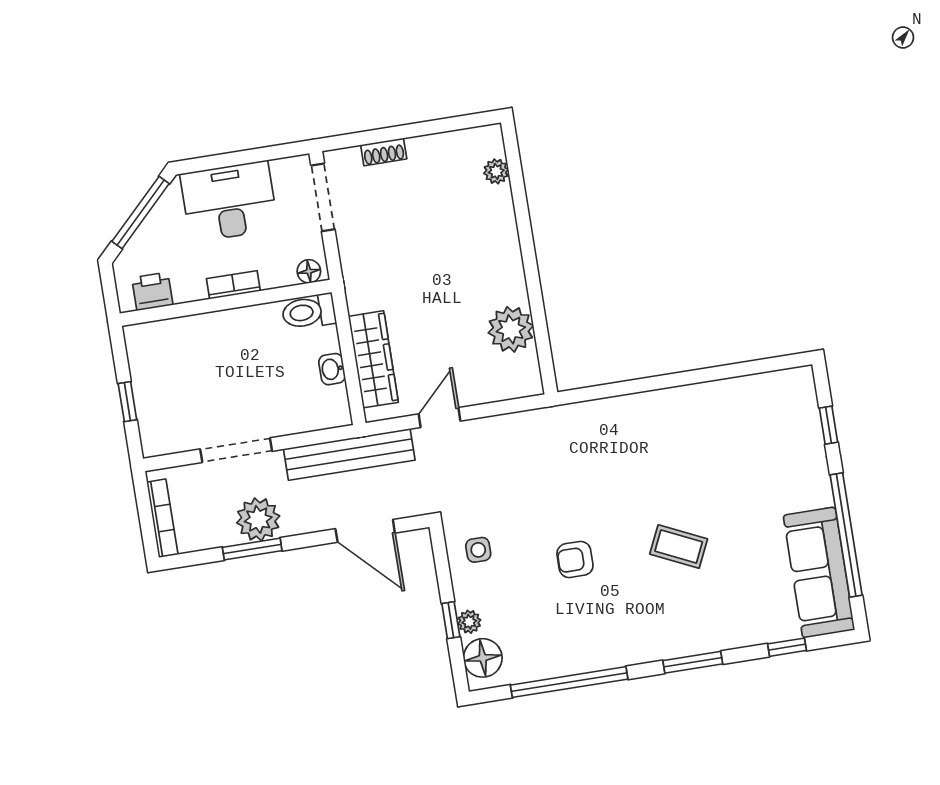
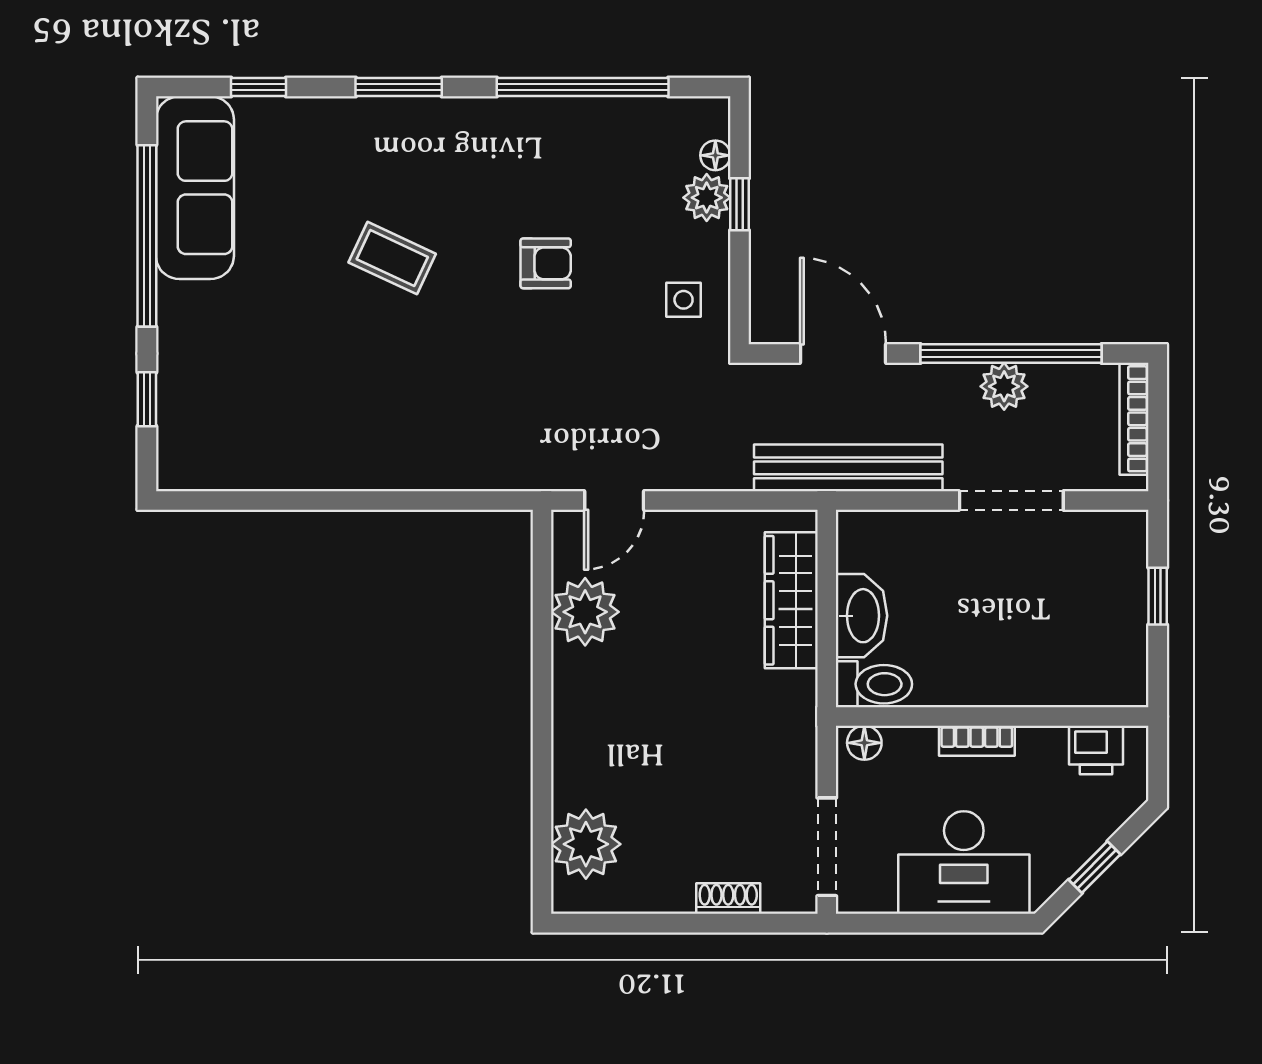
plant: (496, 171) -> (586, 844), width x1.87, depth x1.87
window: (141, 213) -> (1095, 867), width x0.46
washbasin: (332, 369) -> (862, 616), width x1.91, depth x1.45
door: (440, 418) -> (614, 501), moved
plant: (258, 519) -> (1004, 386), width x0.73, depth x0.73
window: (252, 549) -> (1011, 353), width x2.11
plant: (469, 622) -> (707, 198), width x1.38, depth x1.38
floor lamp: (483, 658) -> (715, 155), width x0.53, depth x0.53

